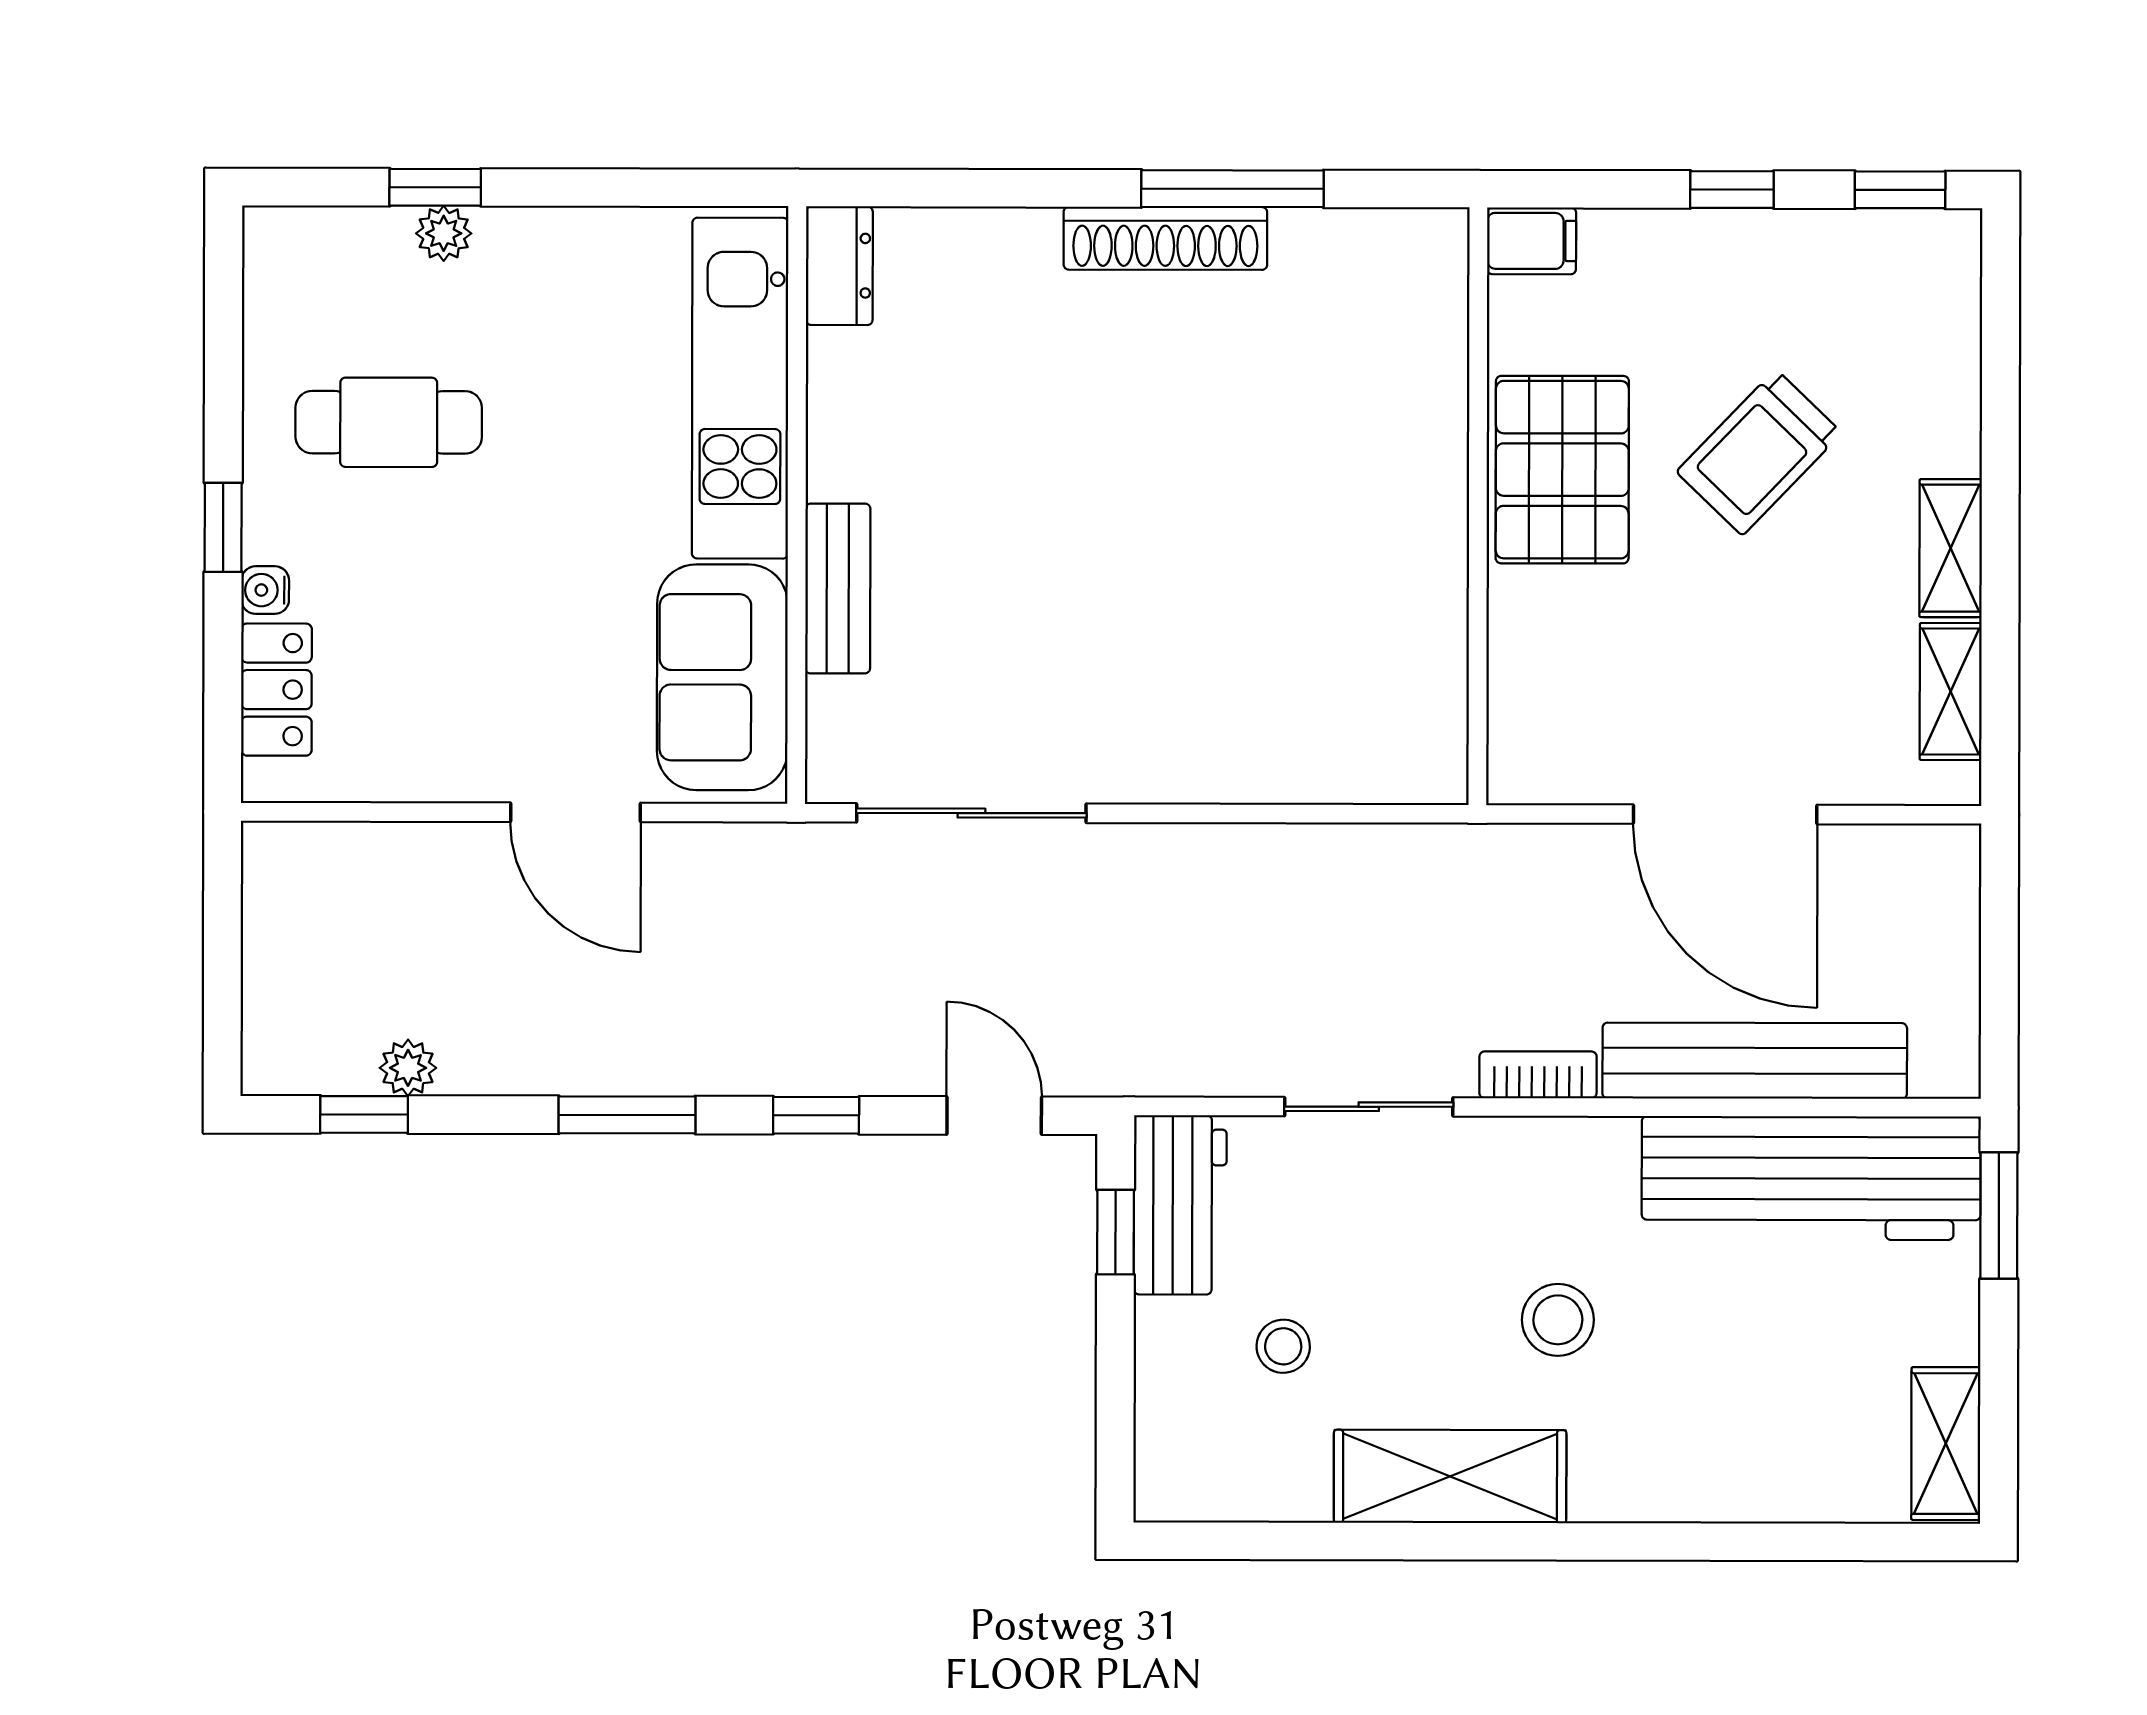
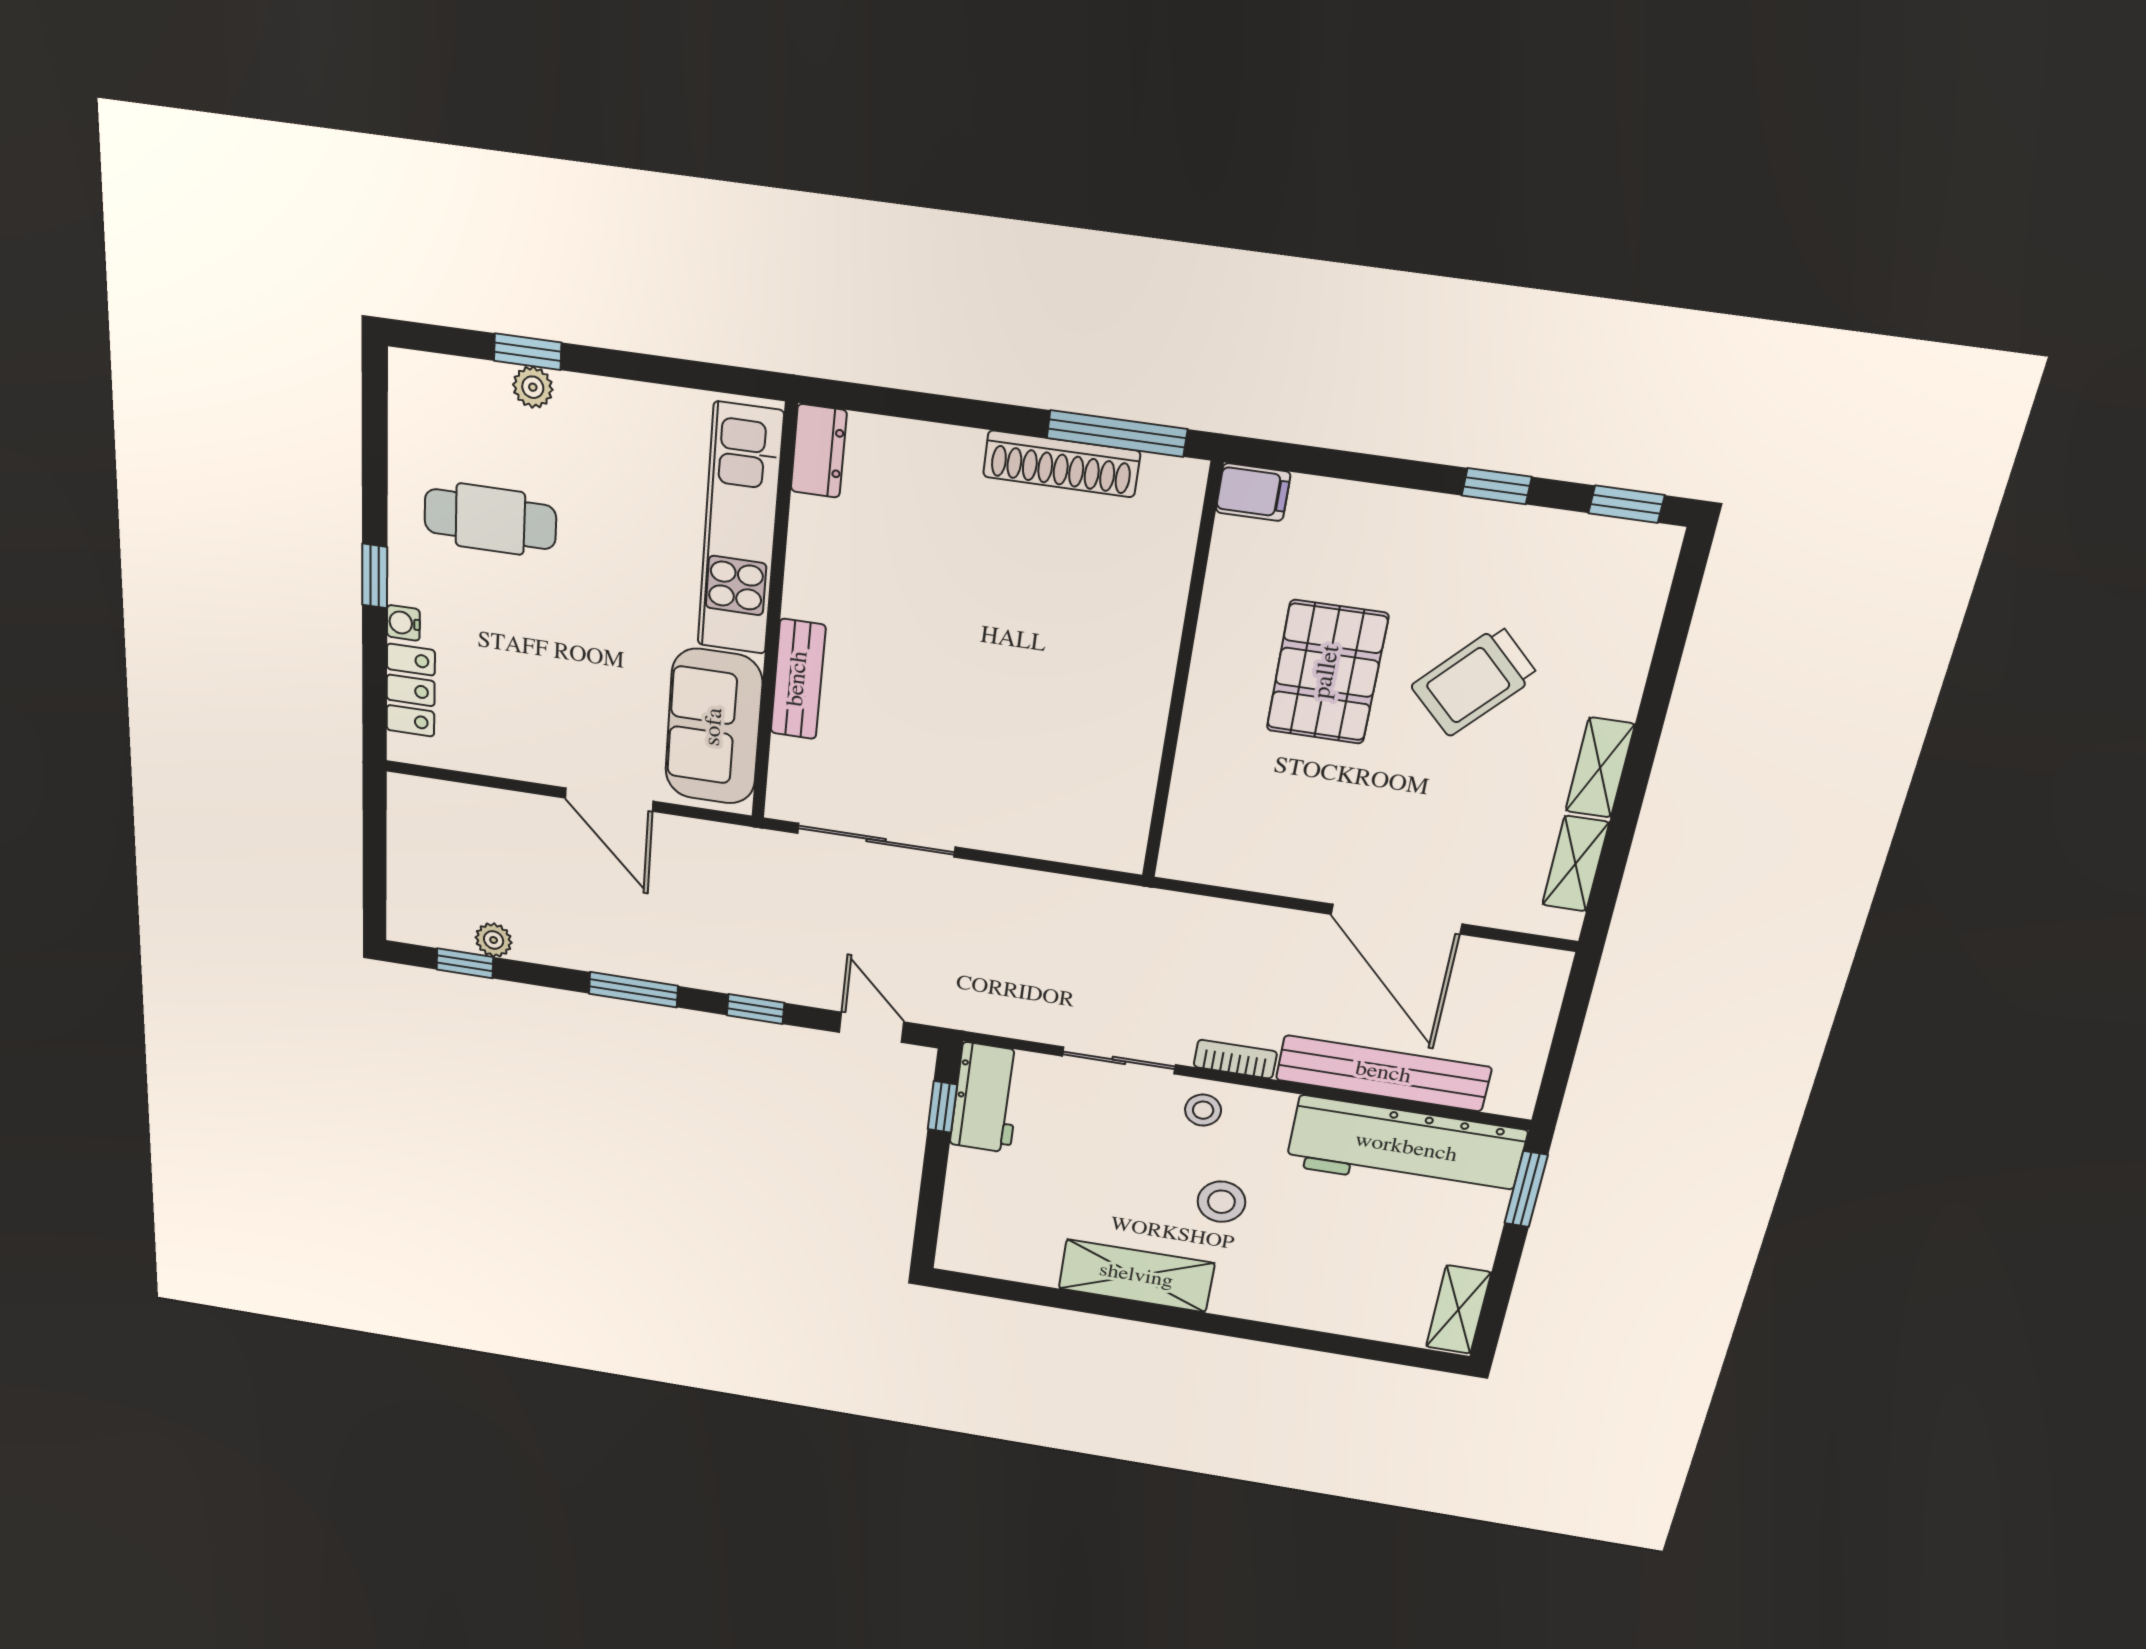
filing cabinet: (1532, 241) -> (1253, 492), moved
wall: (1478, 506) -> (1181, 677), moved
stool: (1283, 1346) -> (1203, 1110), moved

